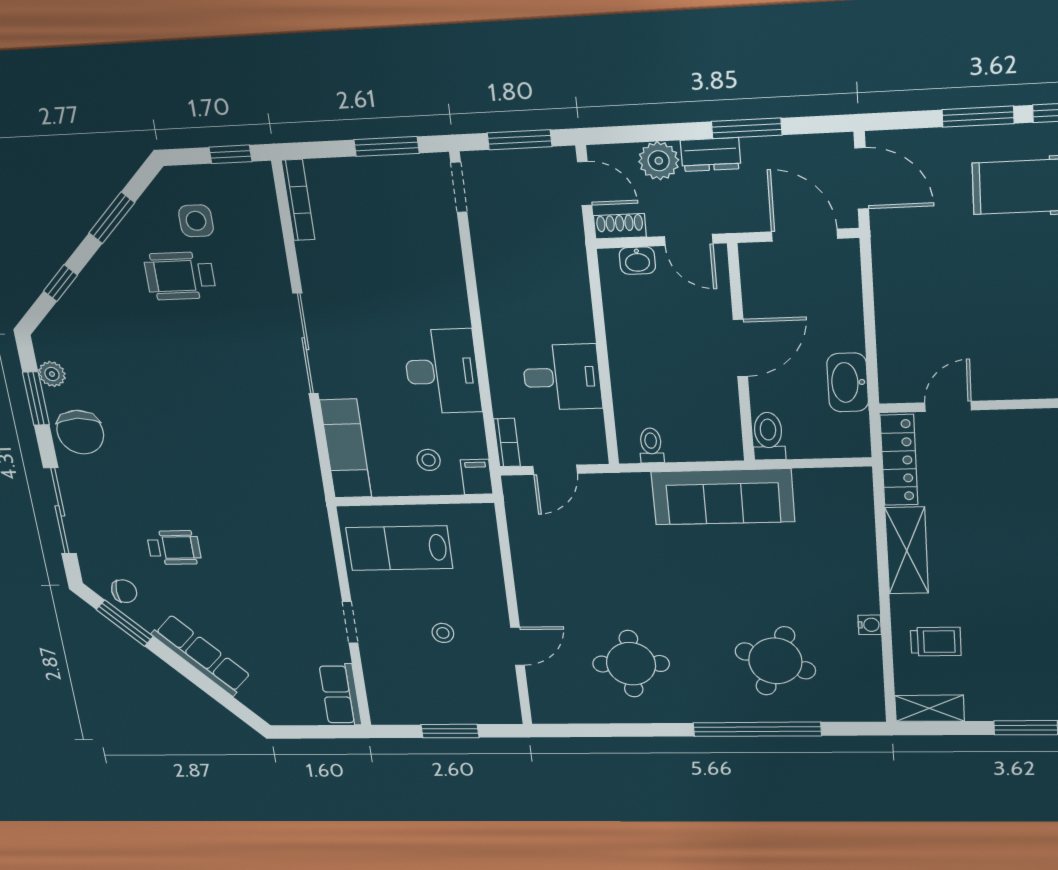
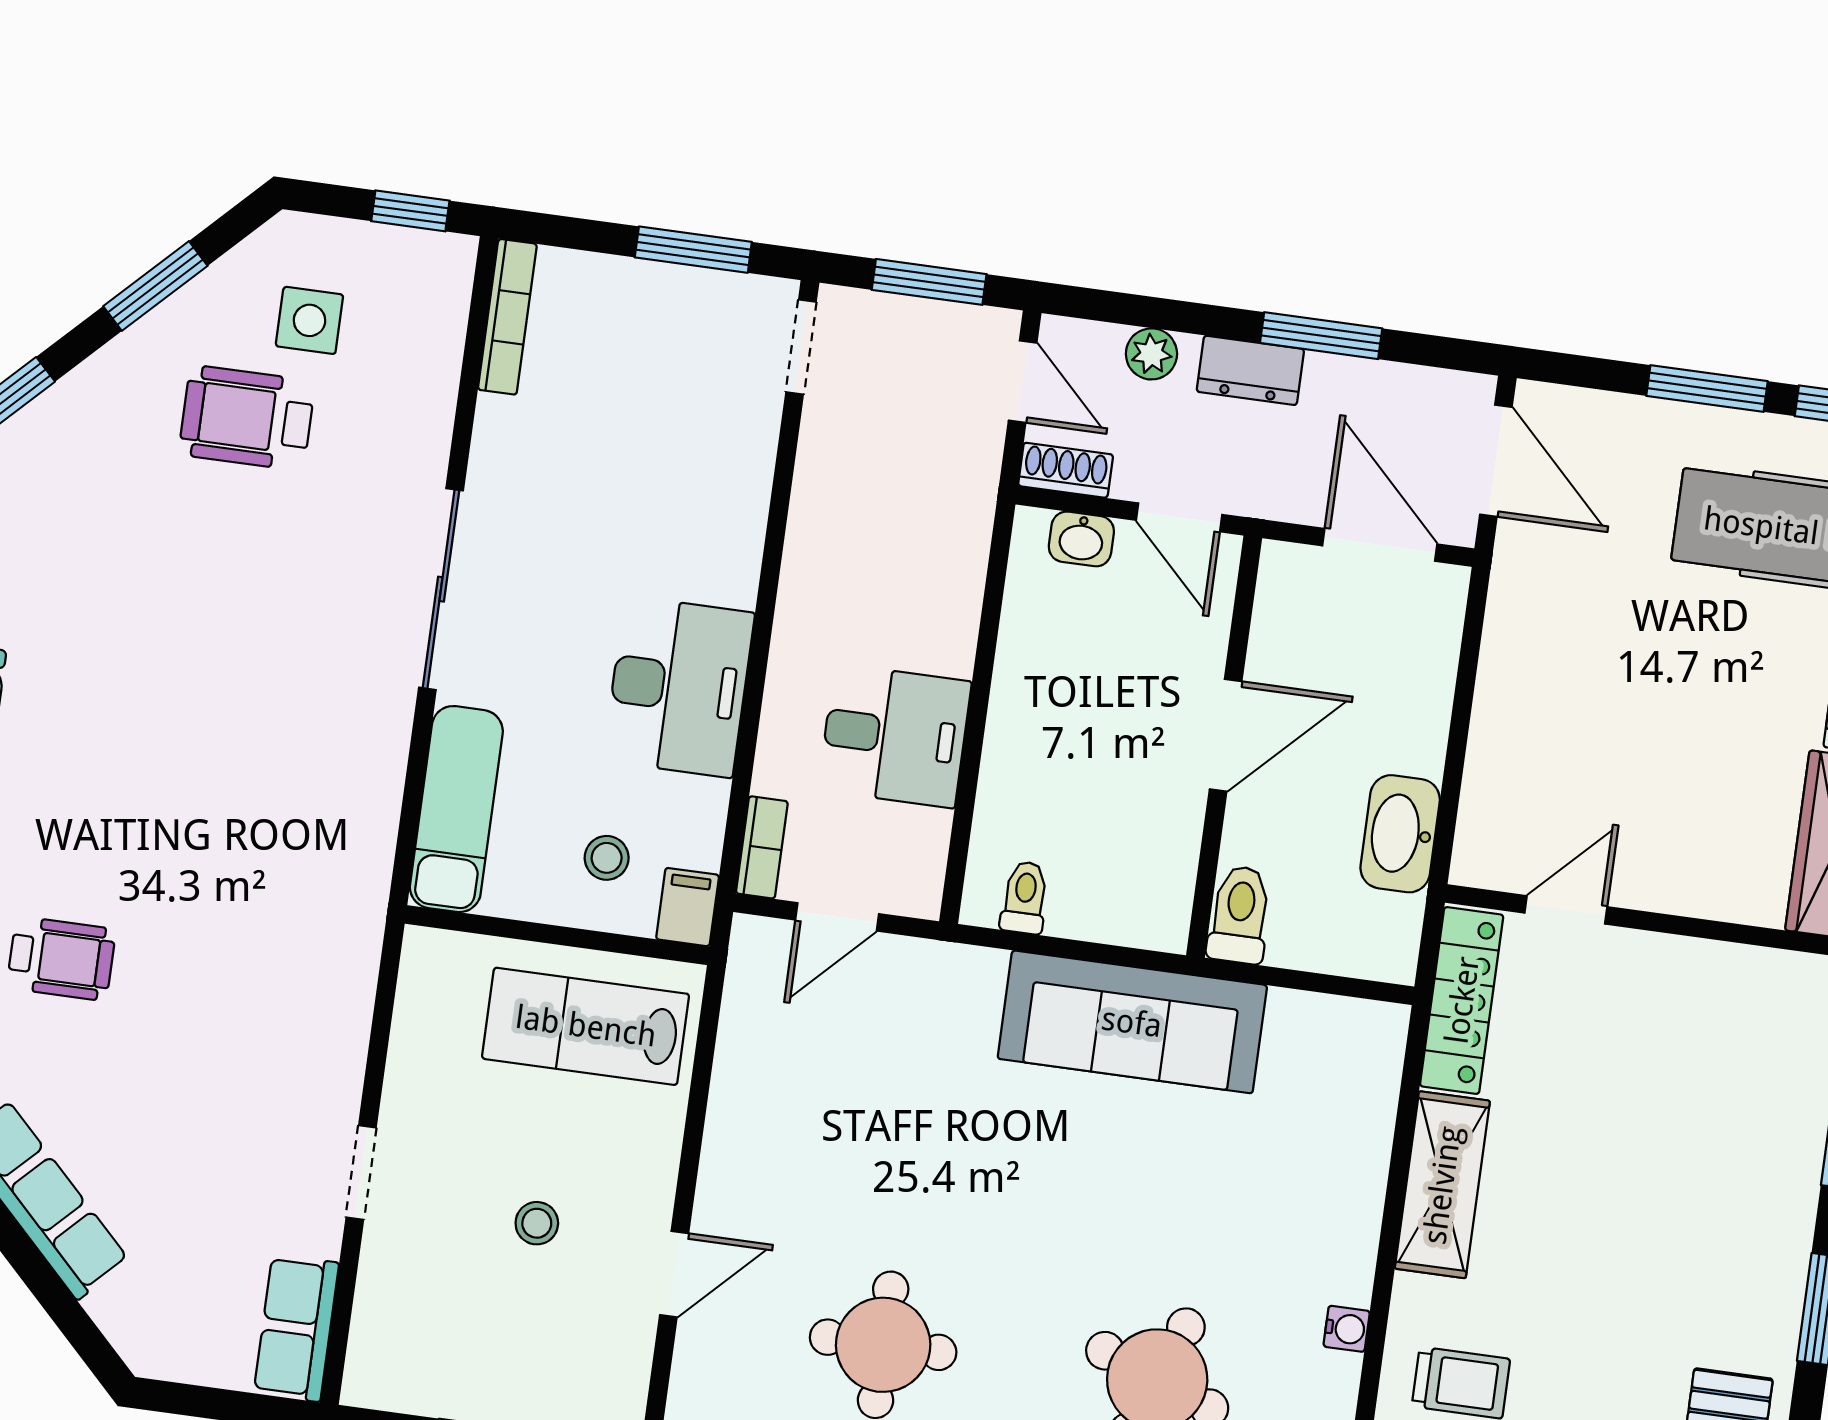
plant: (659, 161) -> (1151, 354), width x0.73, depth x0.73
lab bench: (399, 548) -> (586, 1026), moved

